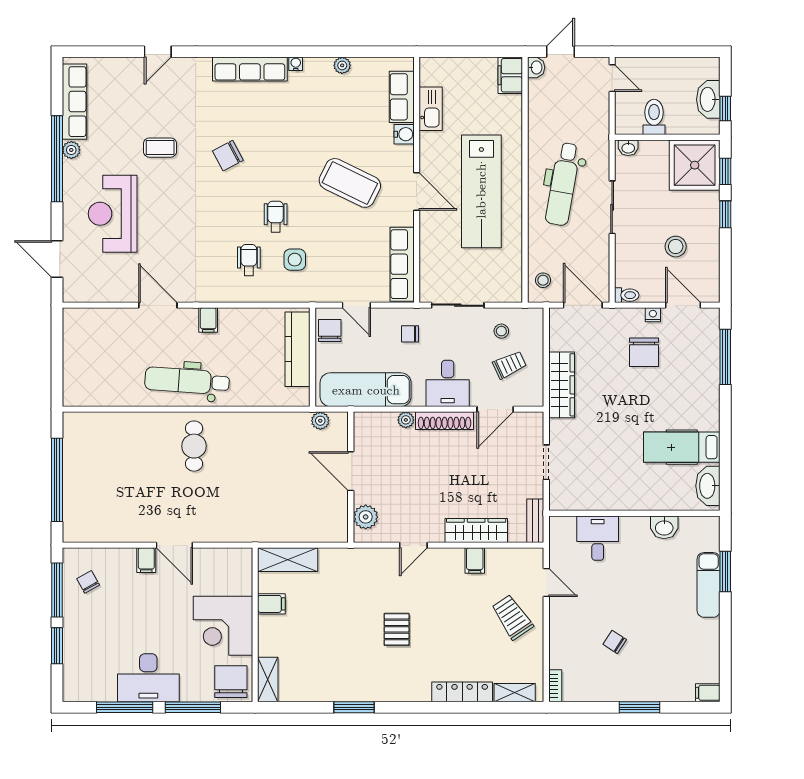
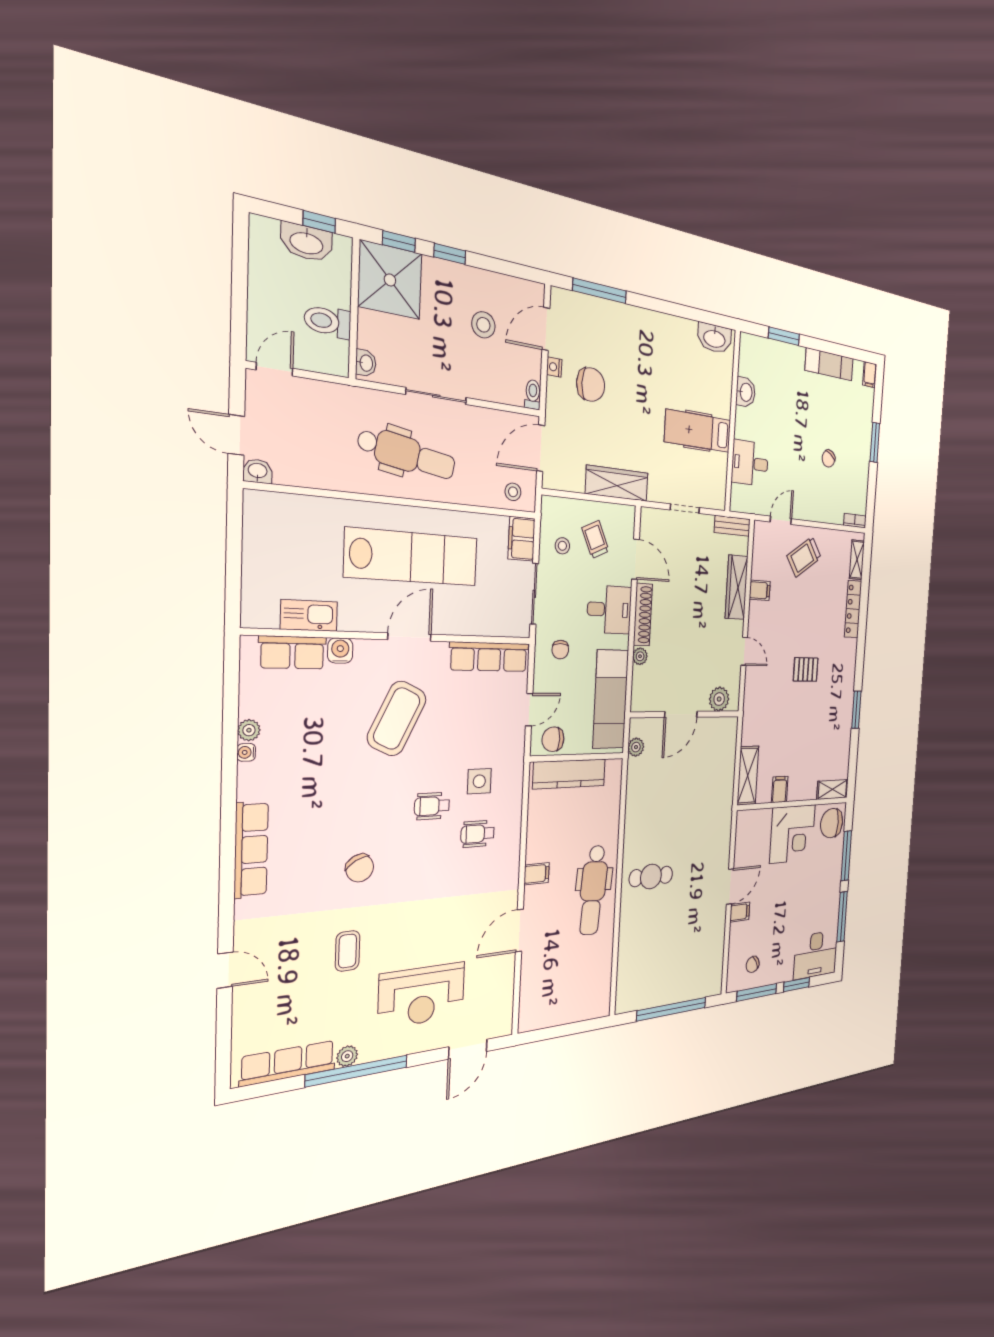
water cooler: (296, 64) -> (246, 752), moved
filing cabinet: (510, 75) -> (522, 539), moved, turned 90
hospital bed: (682, 447) -> (698, 431), moved, turned 90
exam couch: (709, 585) -> (829, 364), moved
desk: (148, 678) -> (816, 955), moved, turned 90

